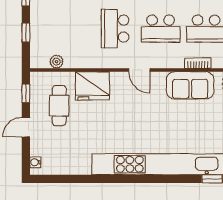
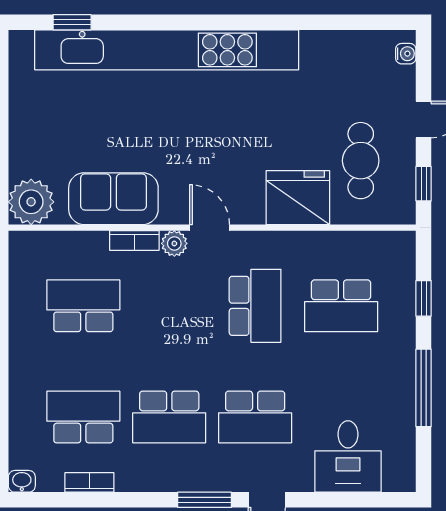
school desk: (161, 29) -> (341, 306), moved, turned 180
plant: (56, 62) -> (174, 243), moved
bookcase: (198, 63) -> (134, 240), moved

